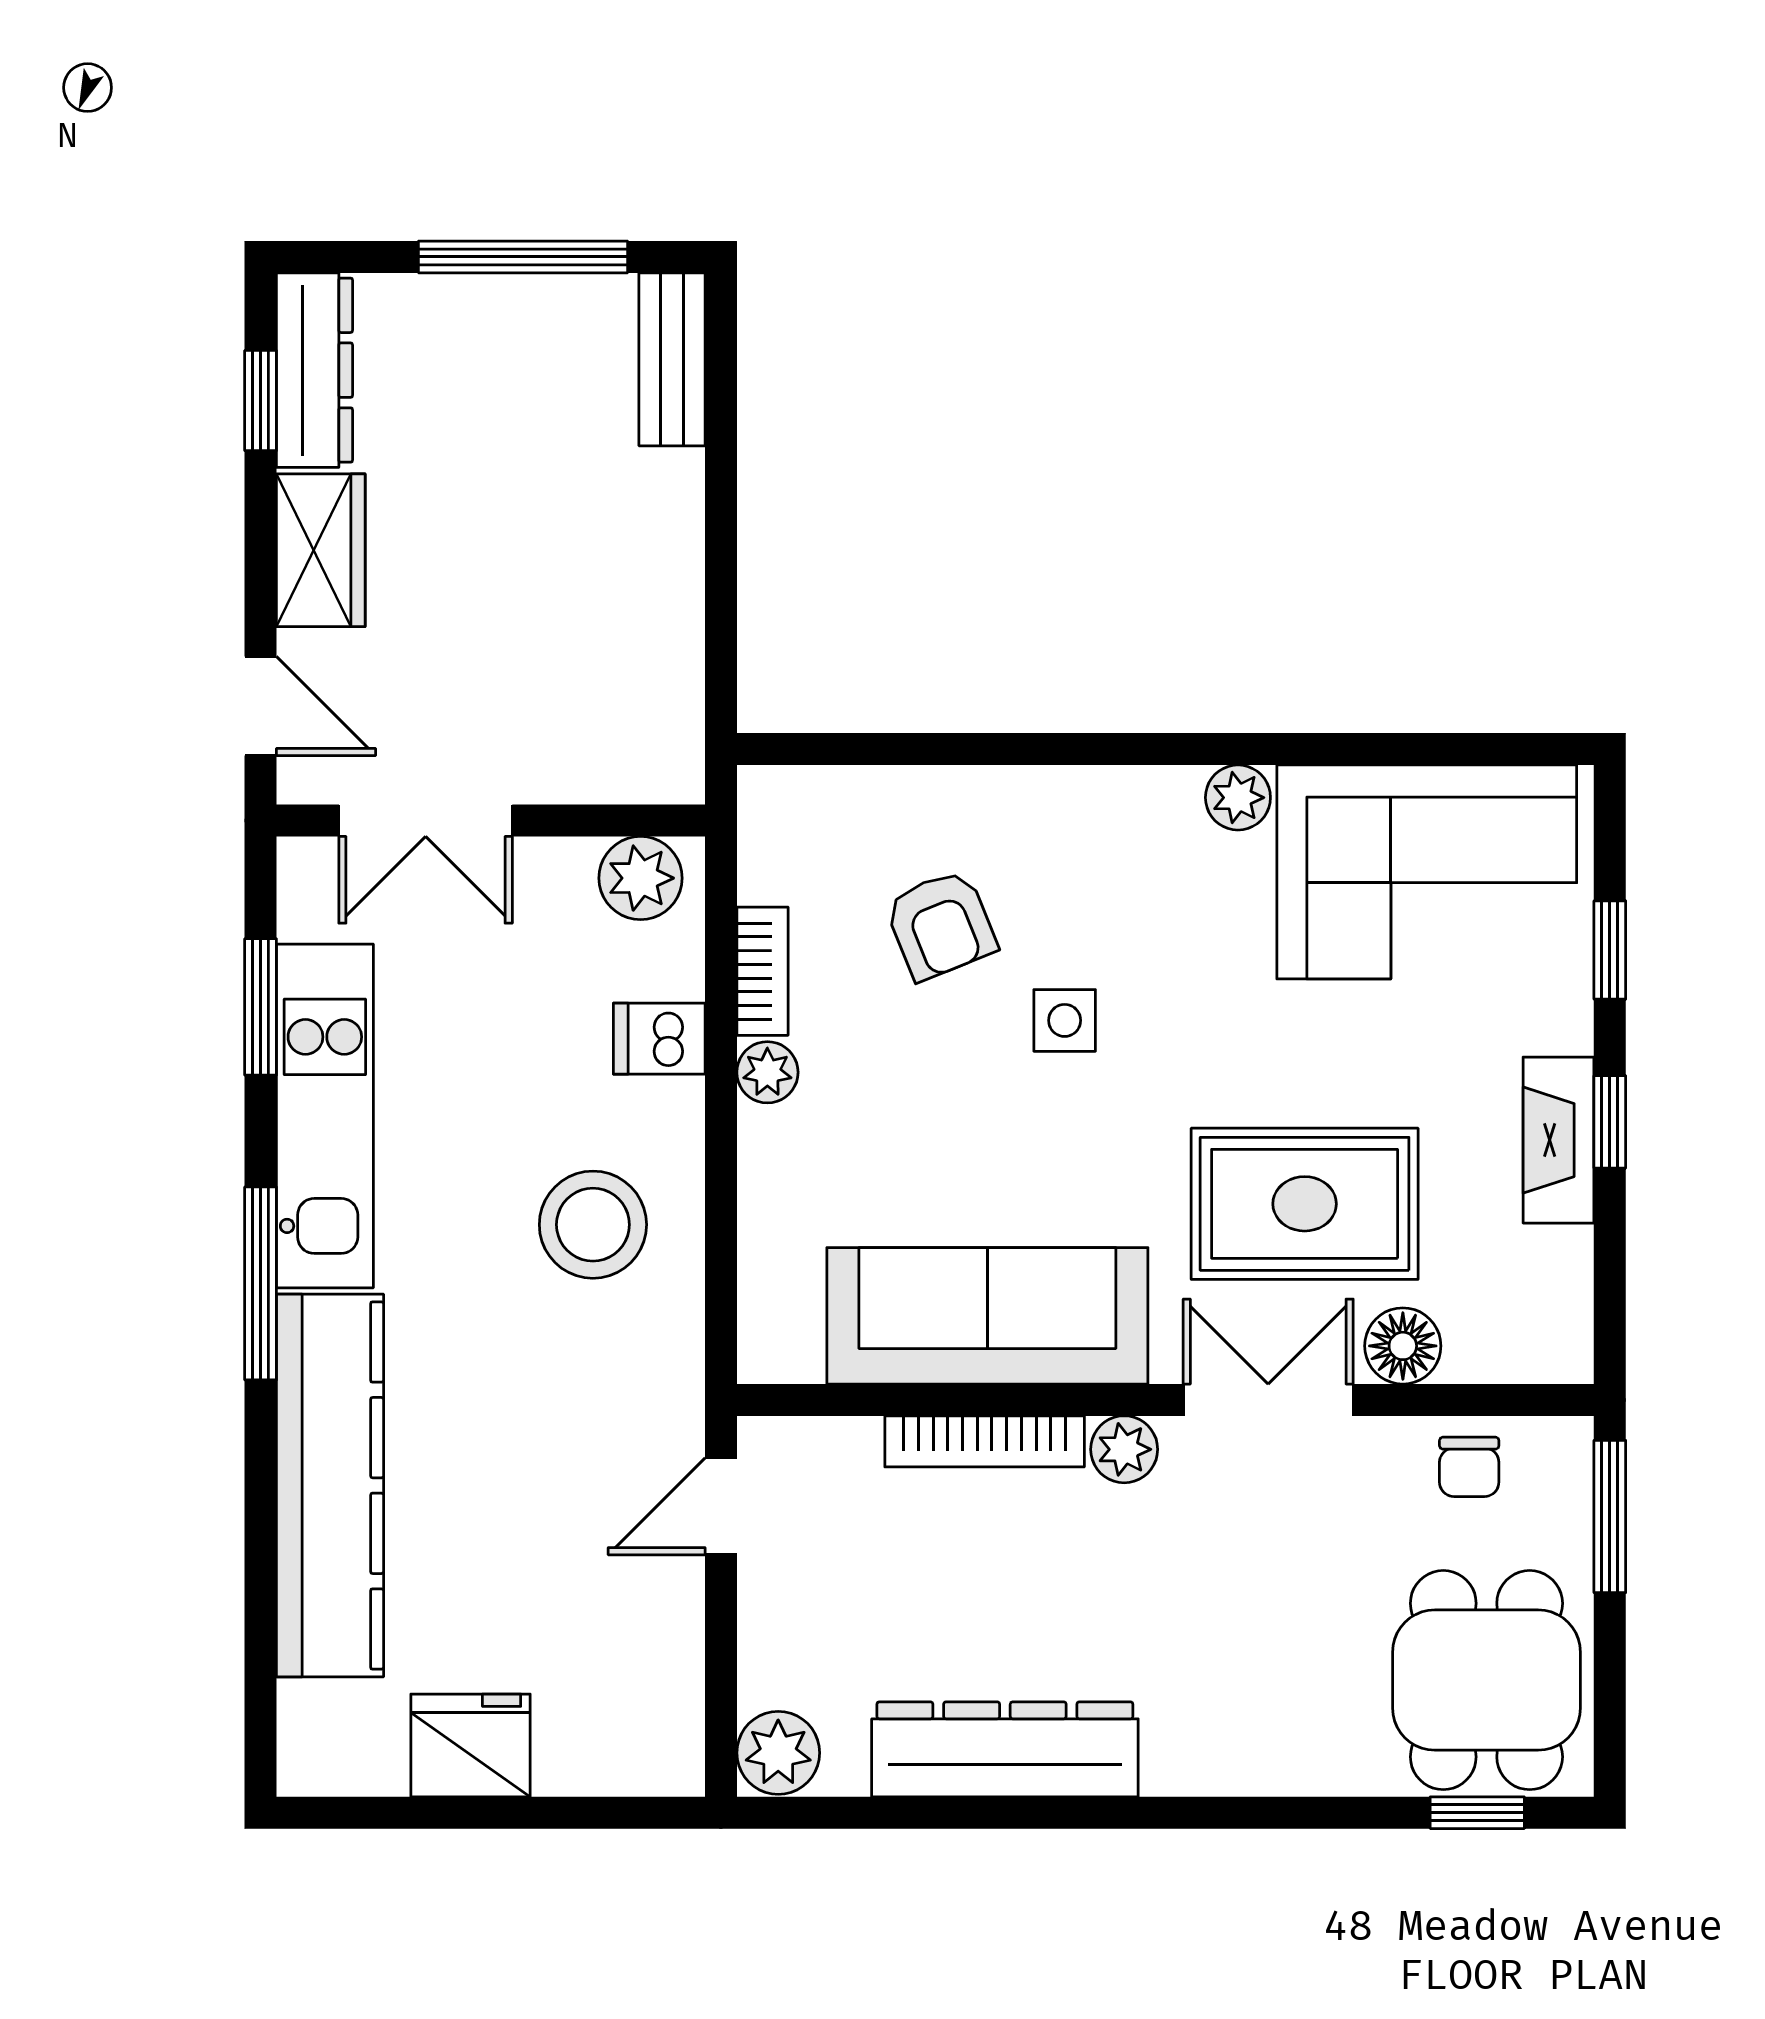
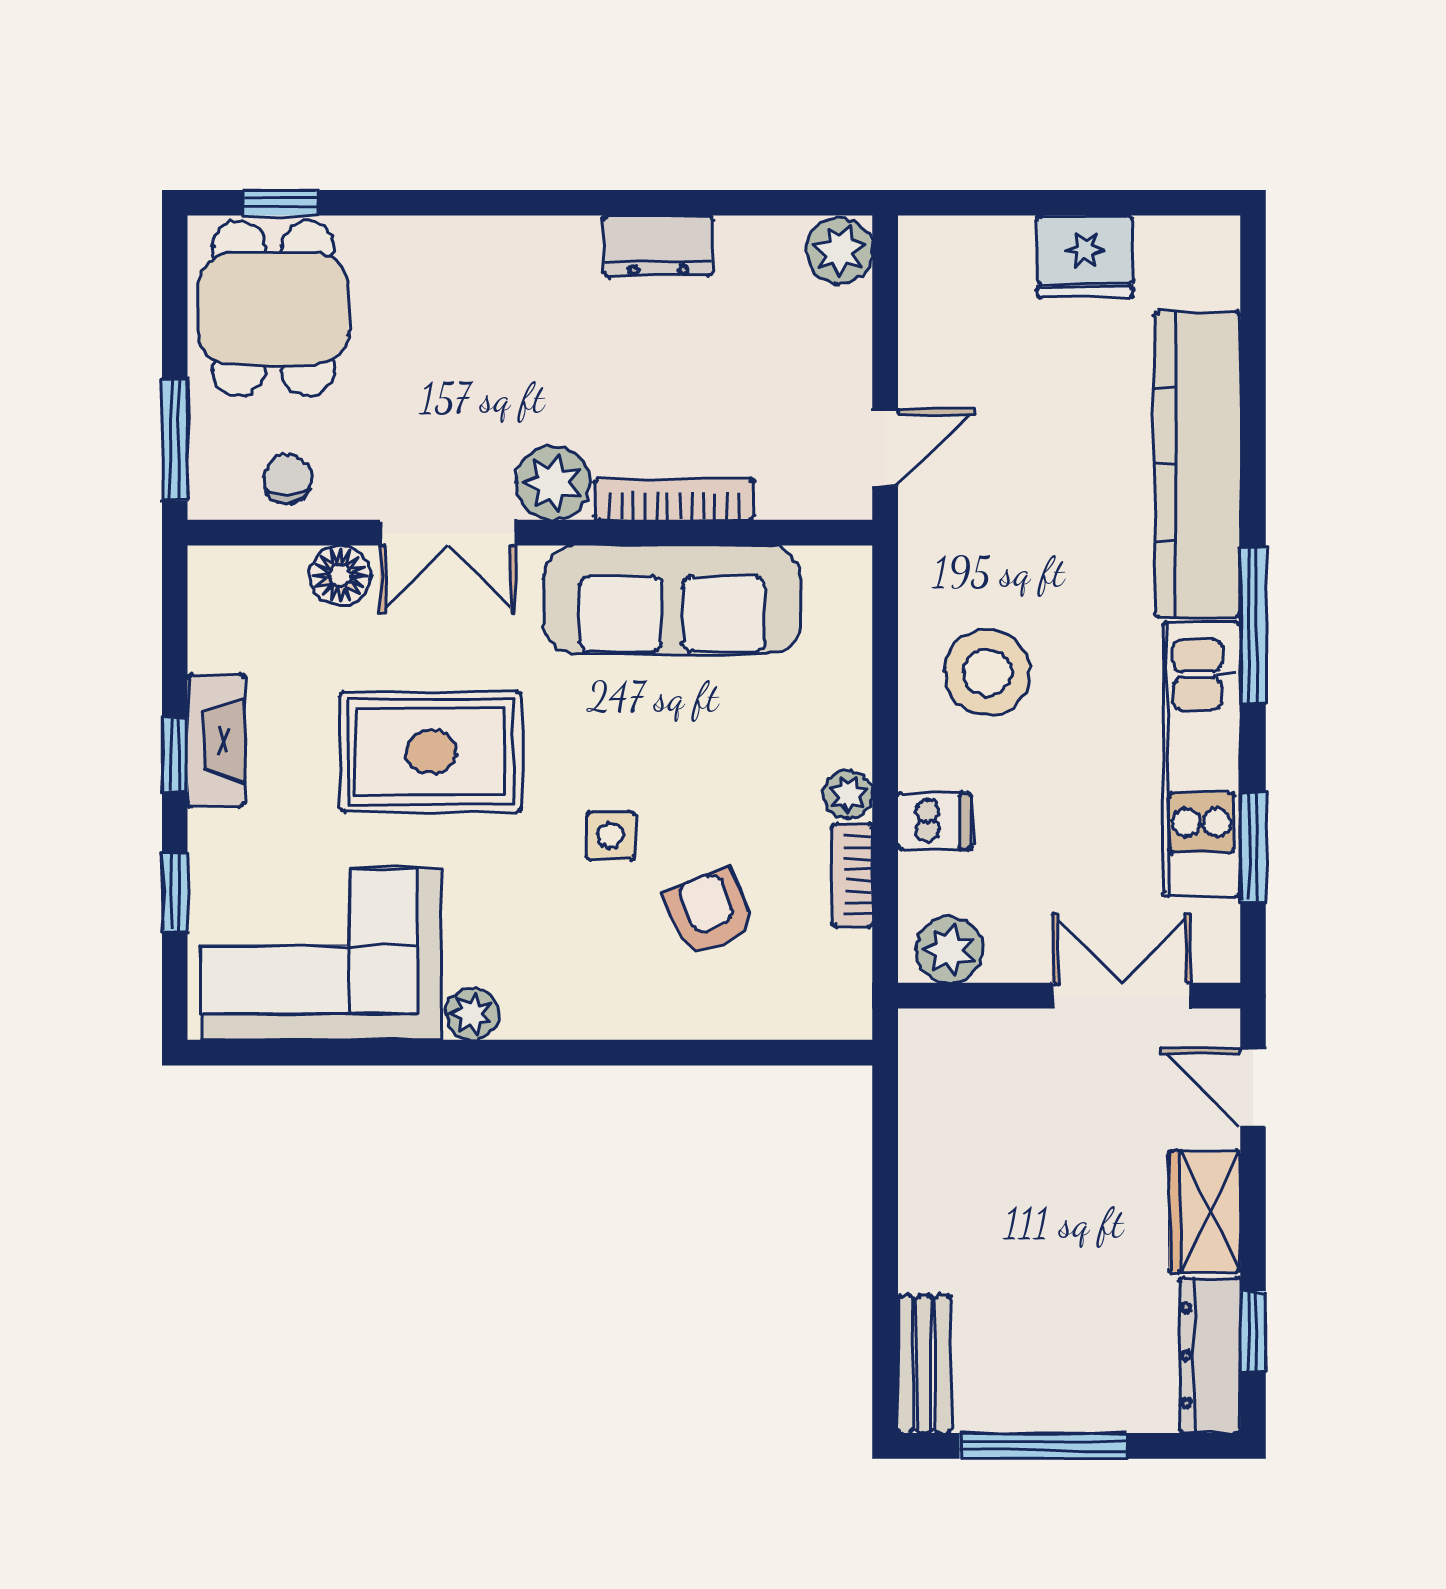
rug: (1305, 1204) -> (431, 752), moved
plant: (1124, 1449) -> (553, 483), width x1.38, depth x1.38
dresser: (1005, 1749) -> (658, 246), width x0.51, depth x0.80

